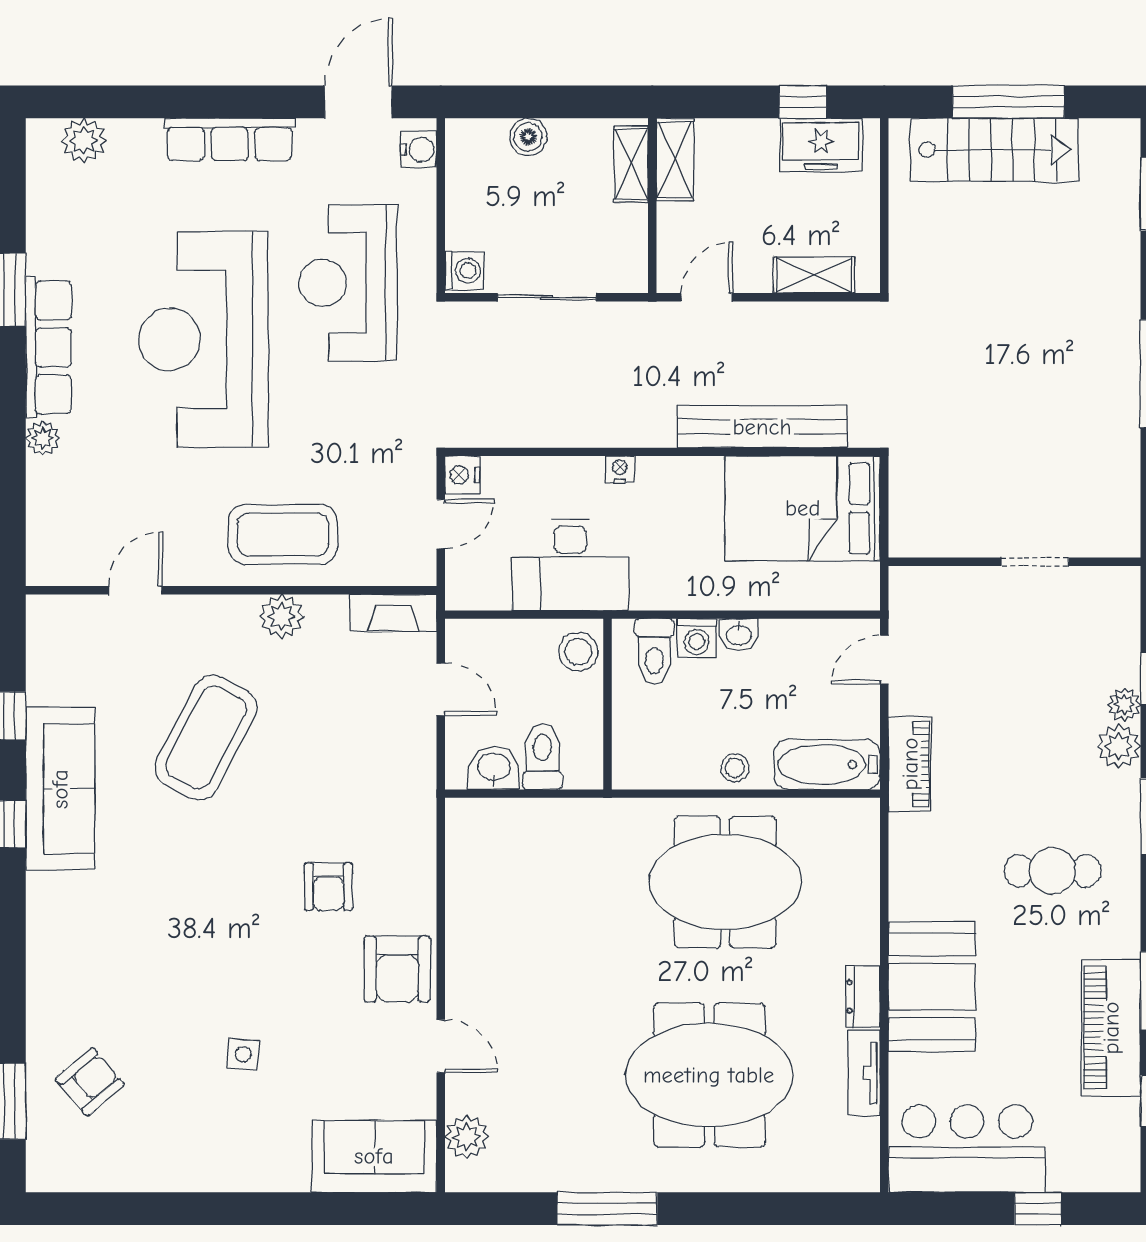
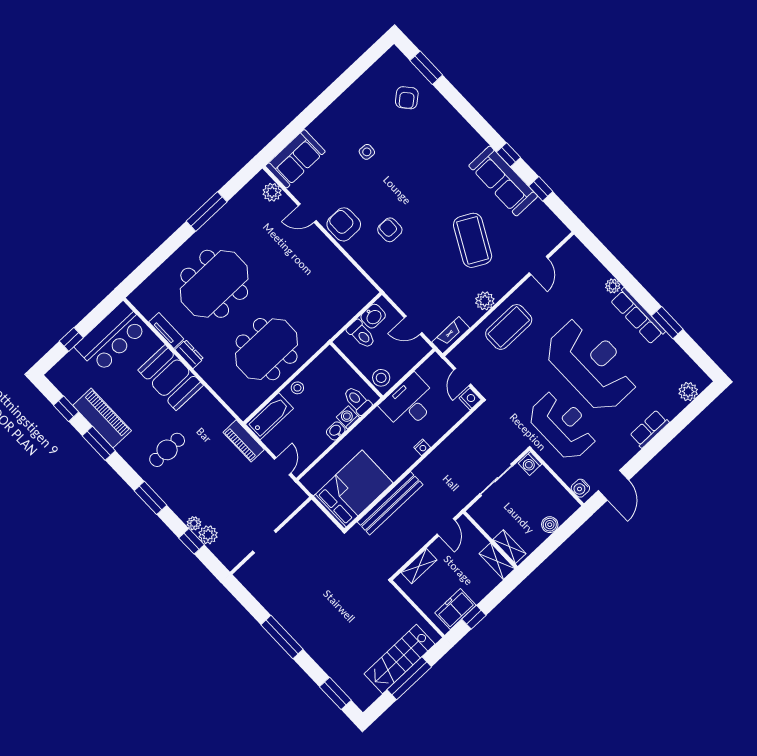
row of seats: (230, 139) -> (649, 429), width x0.68
plant: (1119, 746) -> (208, 535), moved

